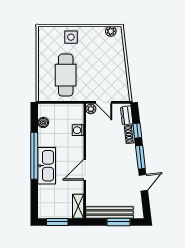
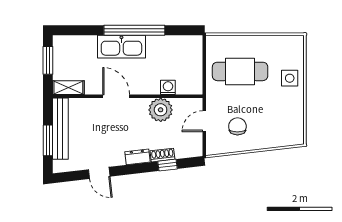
plant: (111, 31) -> (297, 130), removed
chair: (108, 77) -> (237, 126), added
plant: (91, 109) -> (161, 110), moved, width x1.88, depth x1.88
dresser: (127, 115) -> (137, 157), moved
boiler: (43, 123) -> (178, 42), removed
window: (140, 157) -> (133, 169), removed

